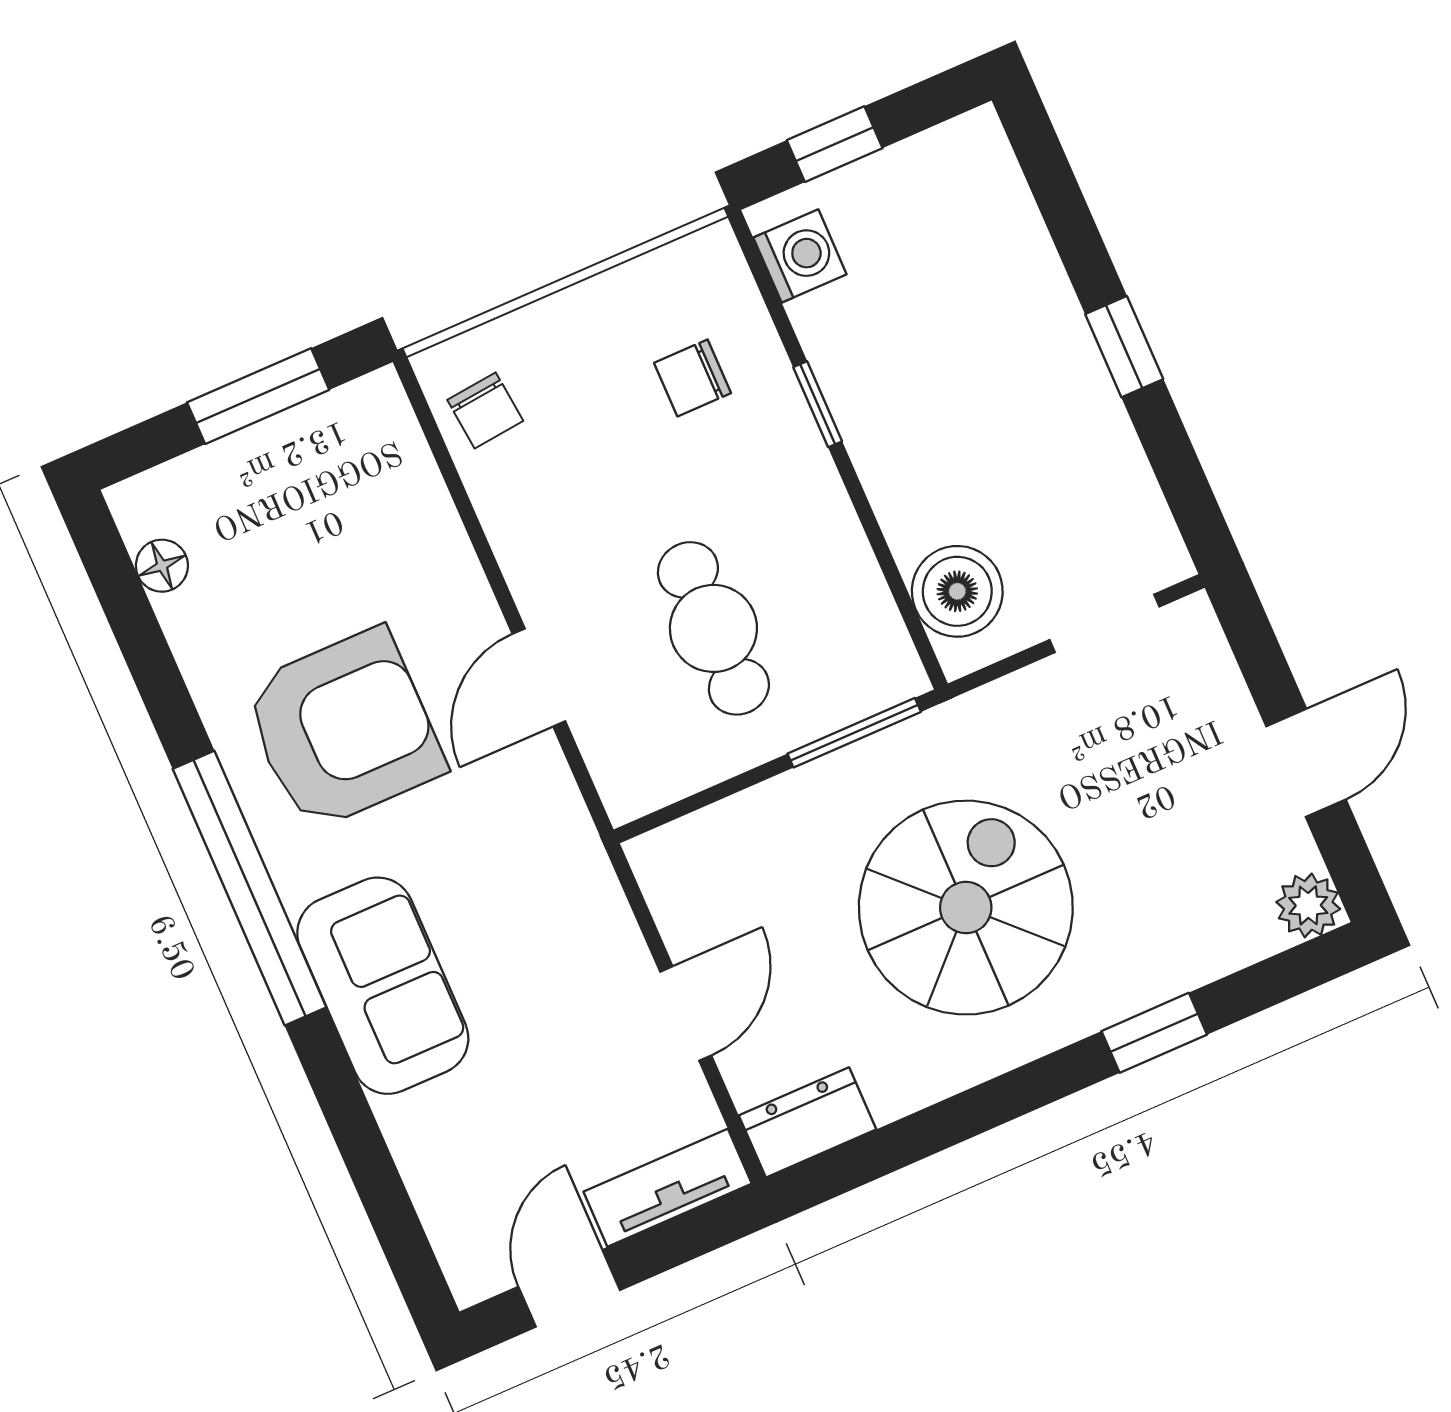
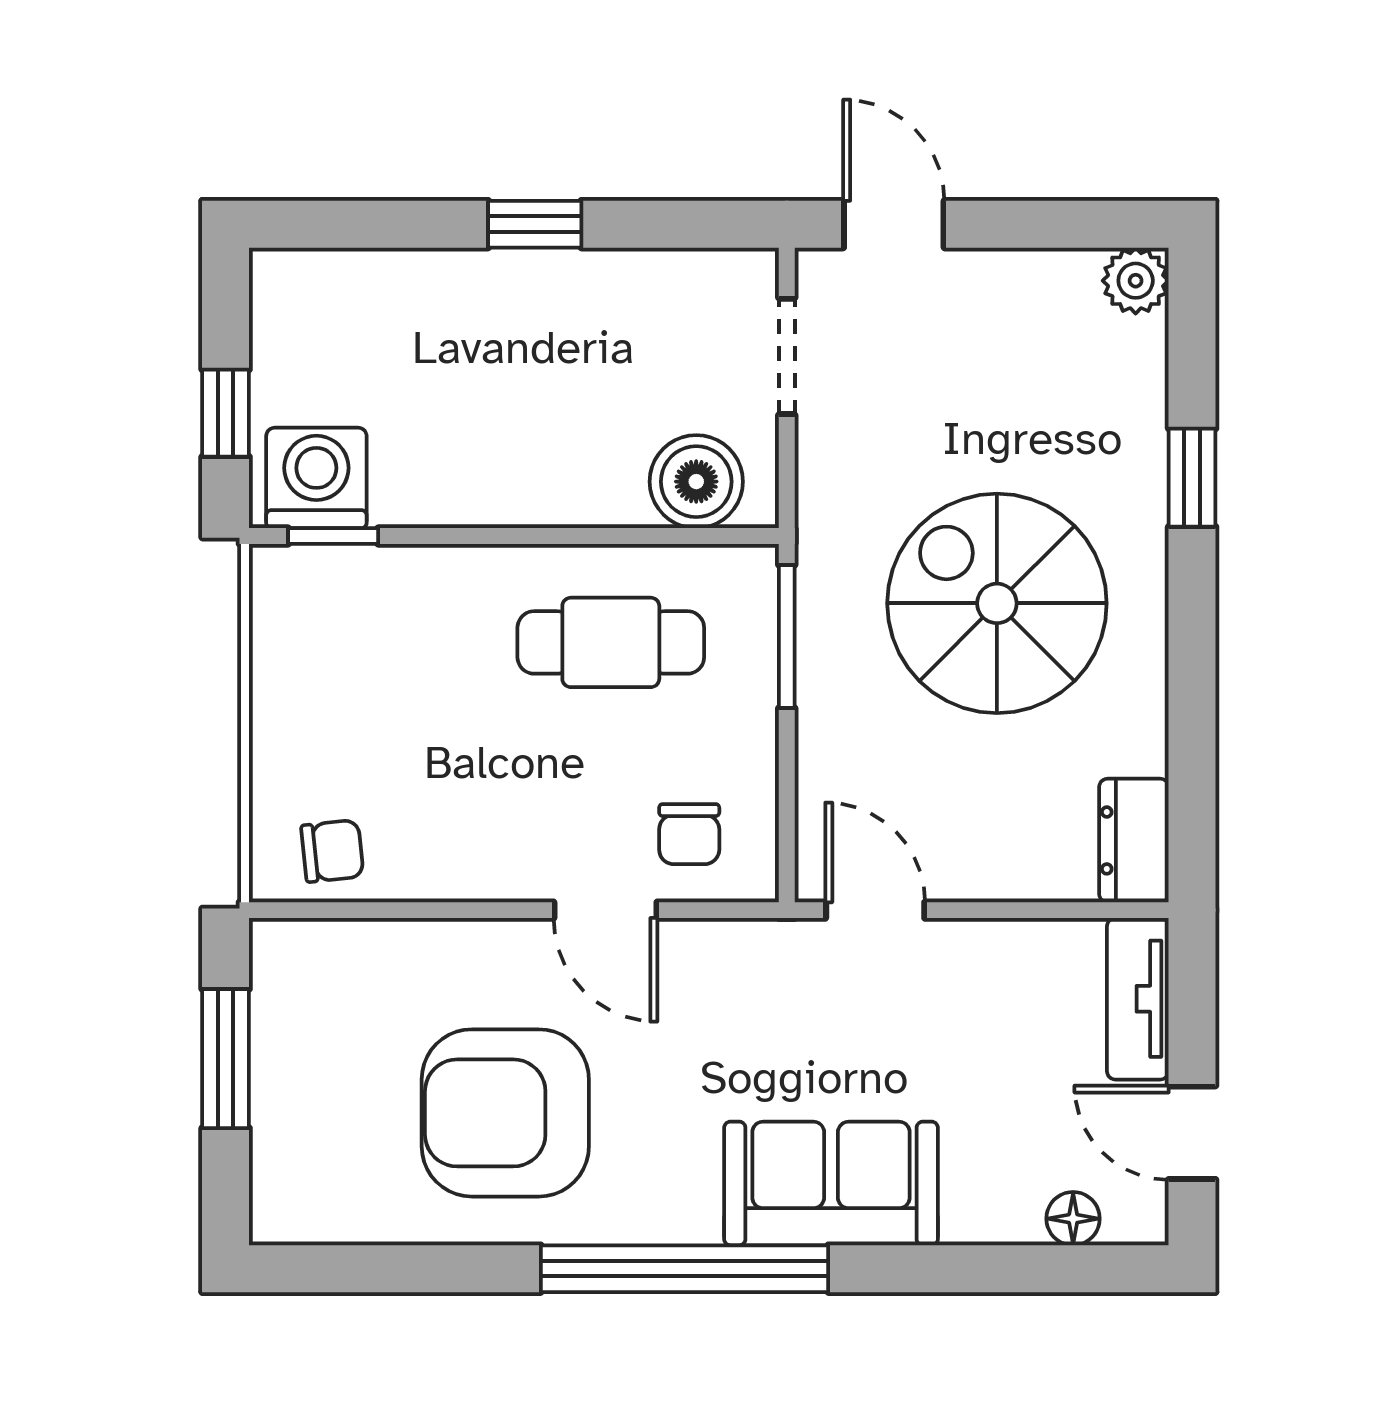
washing machine: (800, 256) -> (316, 478), width x1.38, depth x1.38
chair: (693, 378) -> (689, 834), moved
window: (818, 404) -> (333, 536), moved
floor lamp: (162, 566) -> (1073, 1219), moved
cafe table: (713, 628) -> (611, 642), moved
armchair: (343, 729) -> (505, 1113), moved, turned -90
door: (1306, 763) -> (894, 224), moved
door: (686, 1014) -> (875, 910), moved

